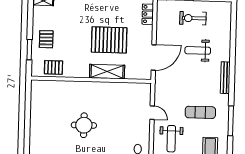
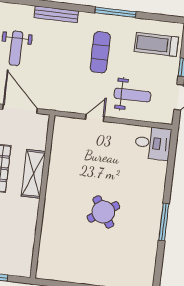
pallet: (53, 67) -> (21, 246), removed
round table: (84, 125) -> (103, 212), turned -33

